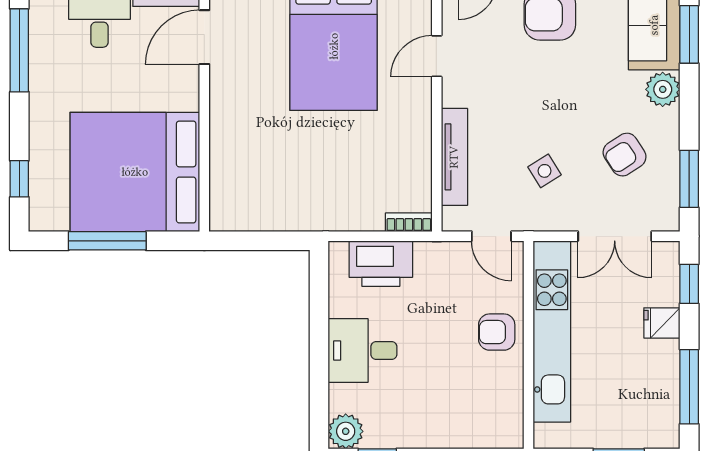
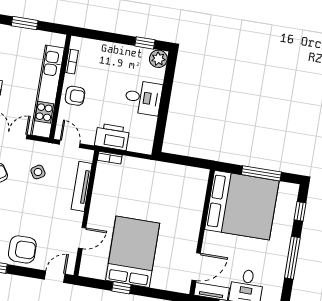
window: (19, 50) -> (292, 258), moved
printer: (381, 264) -> (112, 137), moved
bookcase: (514, 398) -> (72, 62), added

